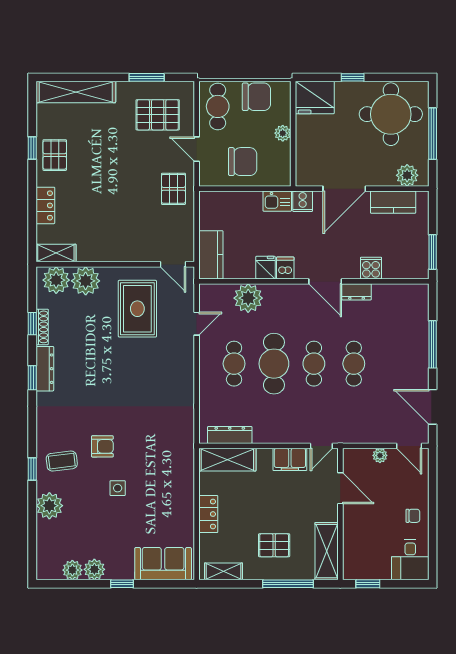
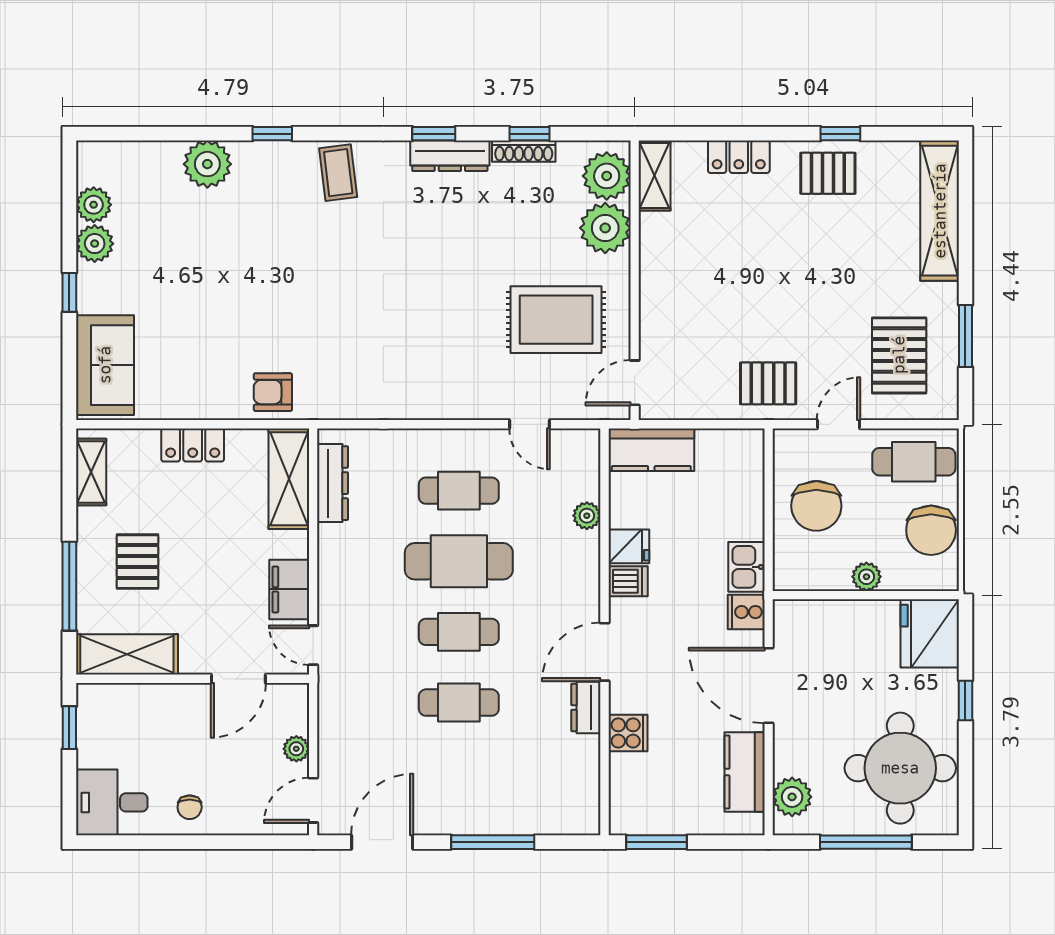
plant: (248, 298) -> (587, 516), width x0.53, depth x0.53
armchair: (102, 446) -> (273, 392), moved, turned 90
coffee table: (62, 461) -> (338, 173), moved
side table: (118, 488) -> (239, 285), removed

